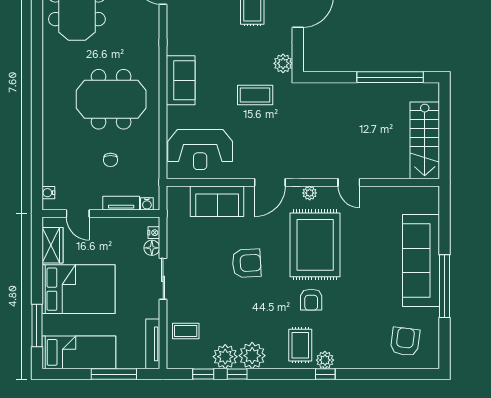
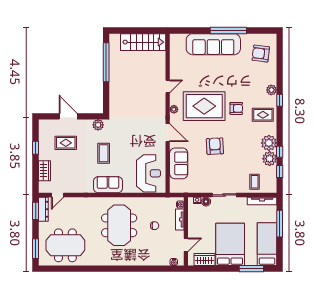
coffee table: (255, 95) -> (104, 153), moved
plant: (325, 360) -> (271, 90), moved

